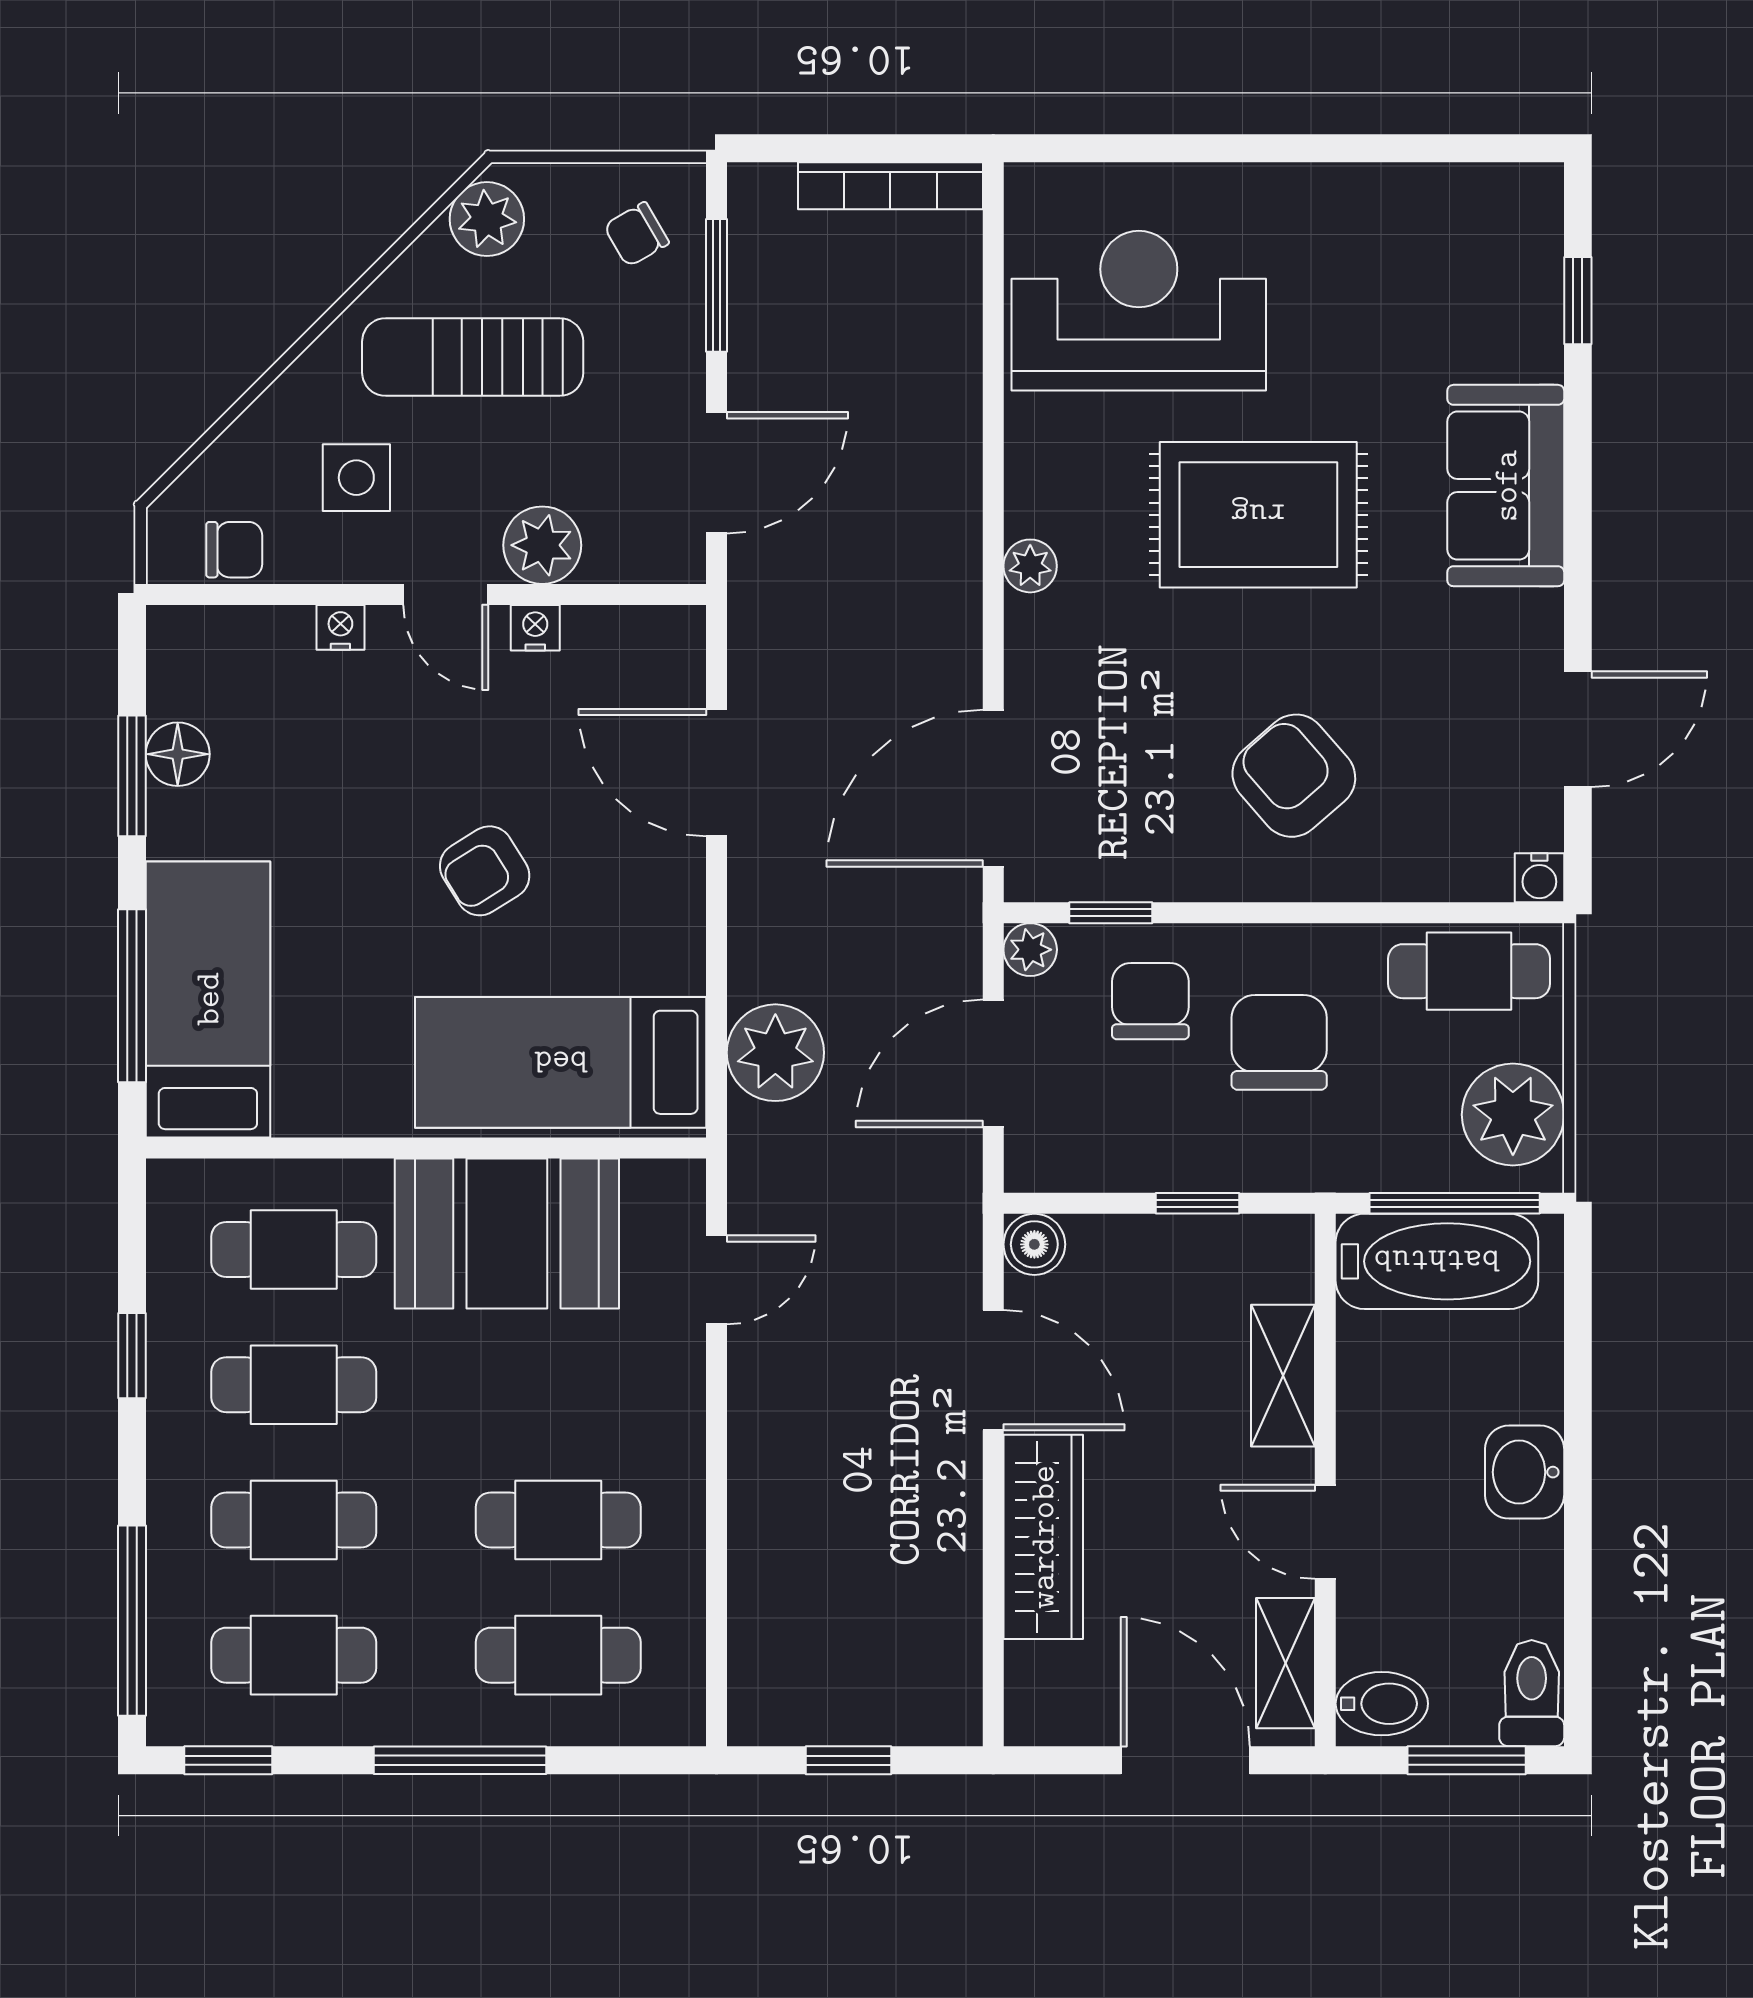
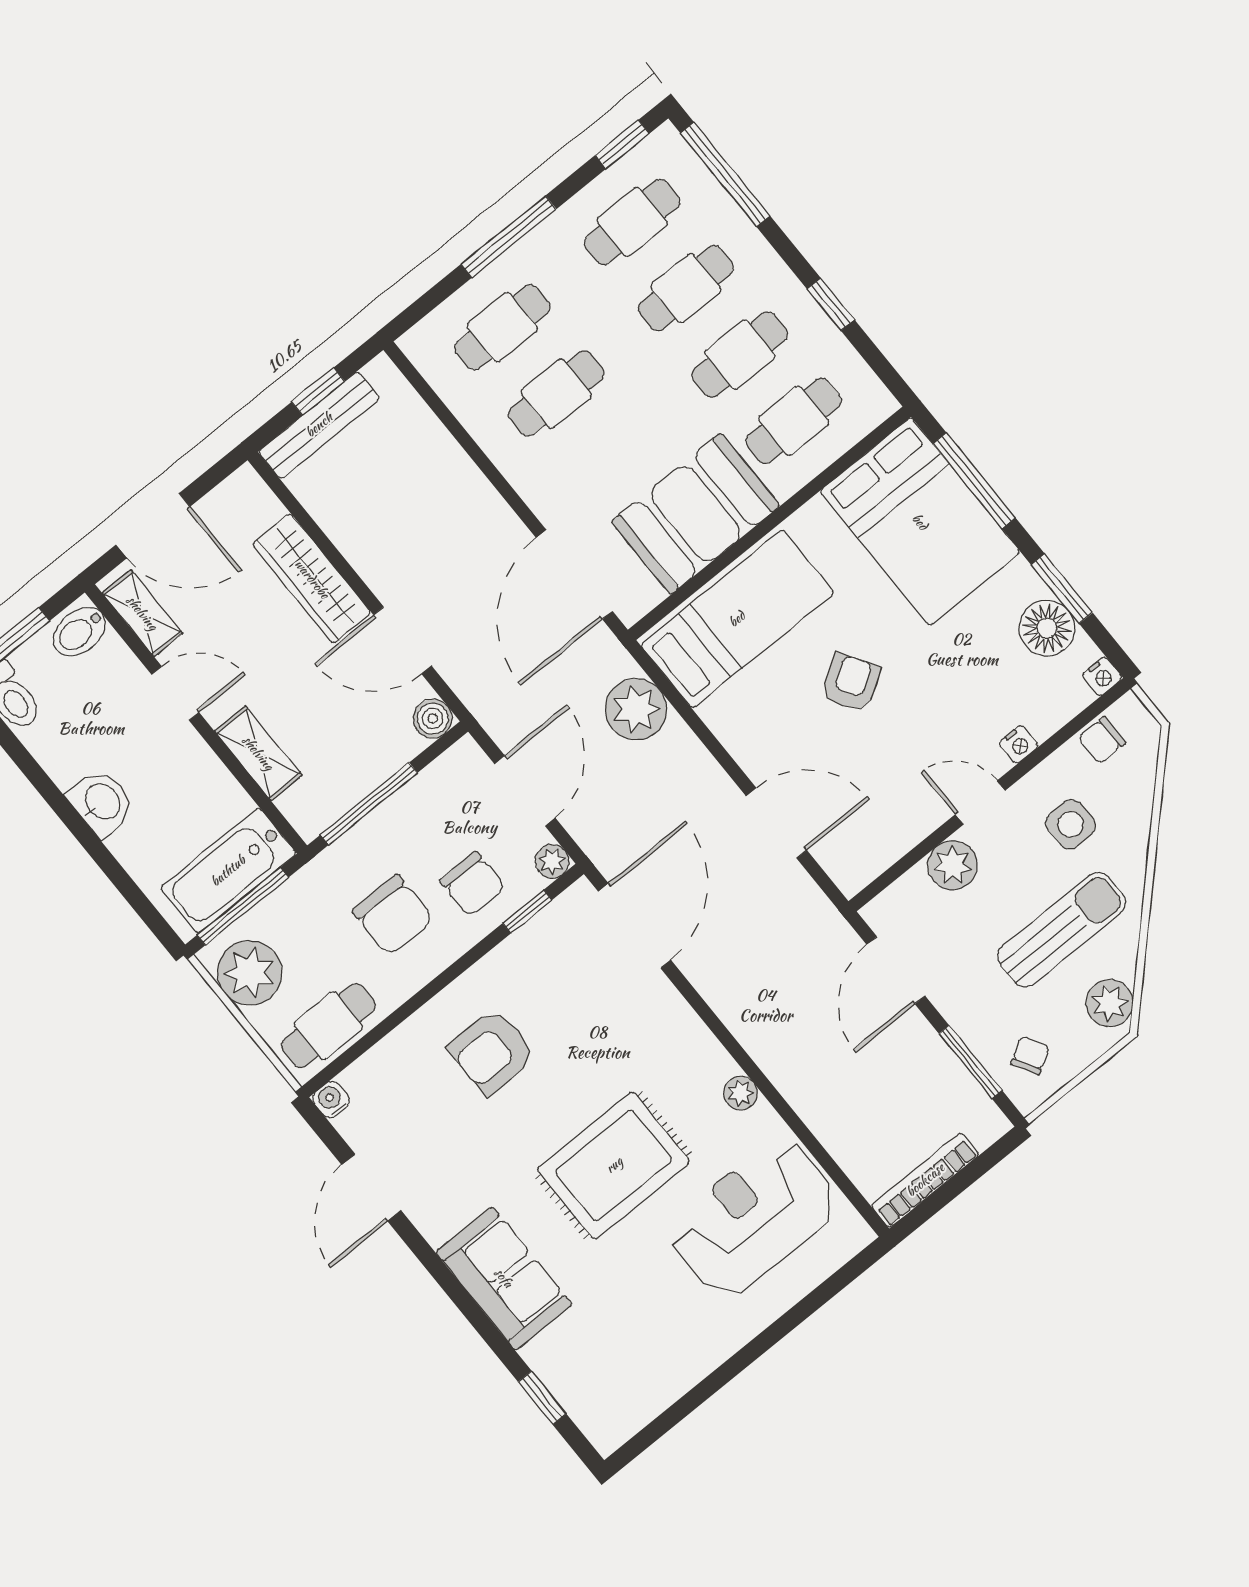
reception desk: (1139, 311) -> (753, 1218), turned 180
plant: (1030, 566) -> (740, 1093), moved
nightstand: (535, 628) -> (1102, 676), moved
floor lamp: (178, 754) -> (1047, 628), width x1.38, depth x1.38
armchair: (1294, 776) -> (492, 1052), turned 131
bed: (208, 999) -> (920, 522), width x1.50
window: (1198, 1203) -> (369, 804), width x2.17
door: (717, 1280) -> (574, 574), width x1.87
bench: (881, 1718) -> (319, 425), added

